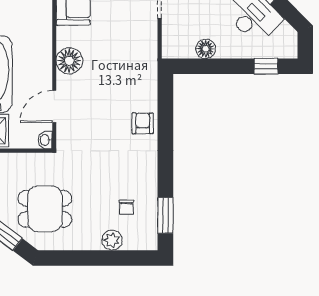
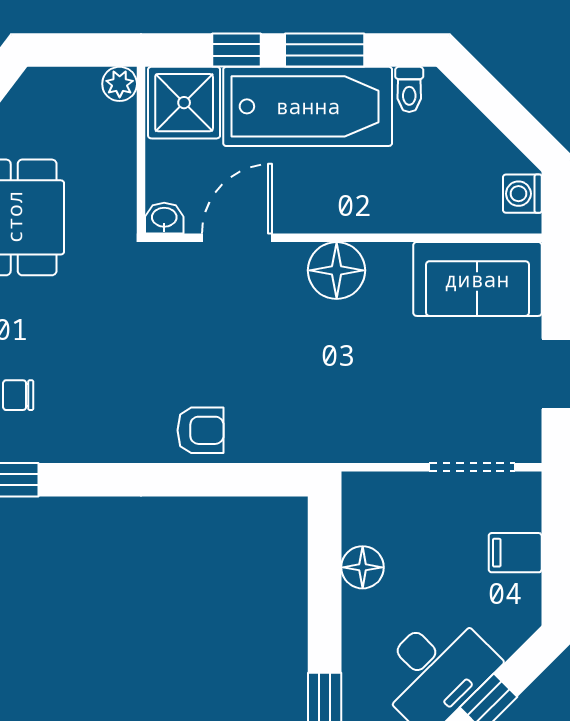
door: (54, 107) -> (237, 238), hinge flipped

